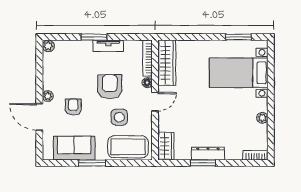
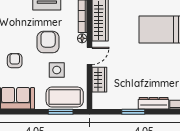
wardrobe: (166, 146) -> (99, 80), moved
dresser: (208, 154) -> (154, 103), moved
window: (92, 163) -> (61, 112), moved

